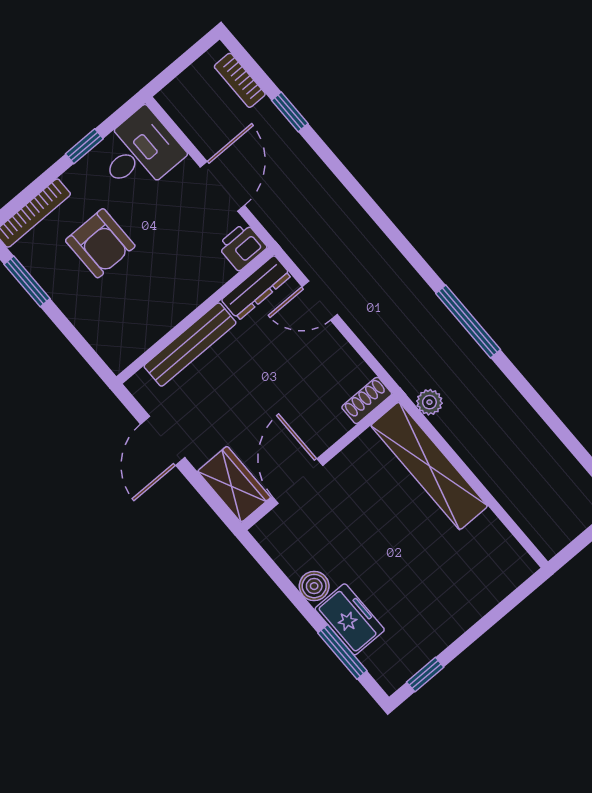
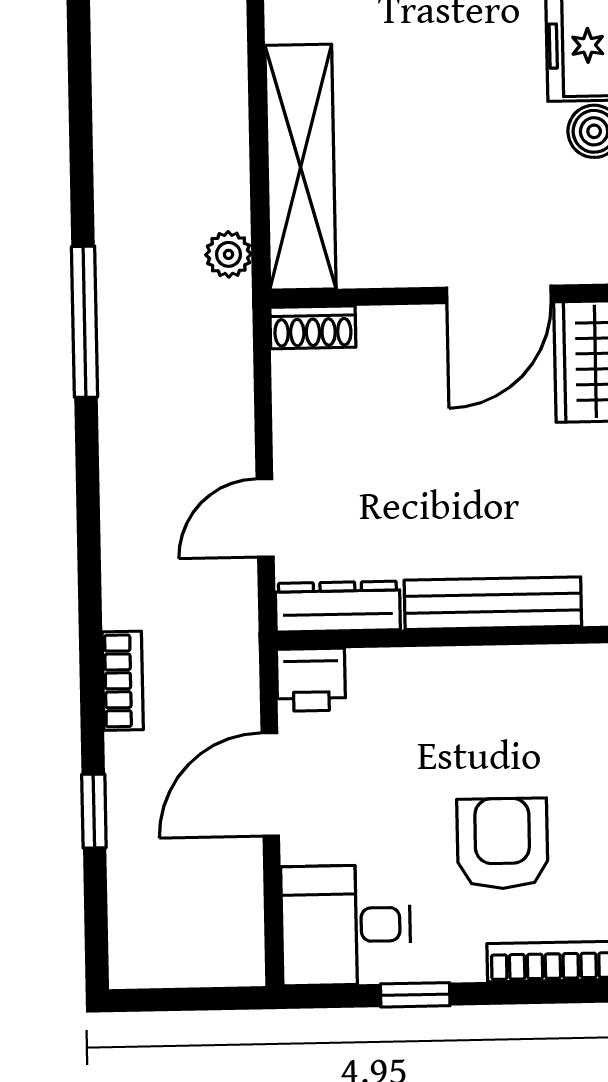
bookcase: (240, 80) -> (123, 681), moved
door: (320, 300) -> (265, 518), swing flipped

